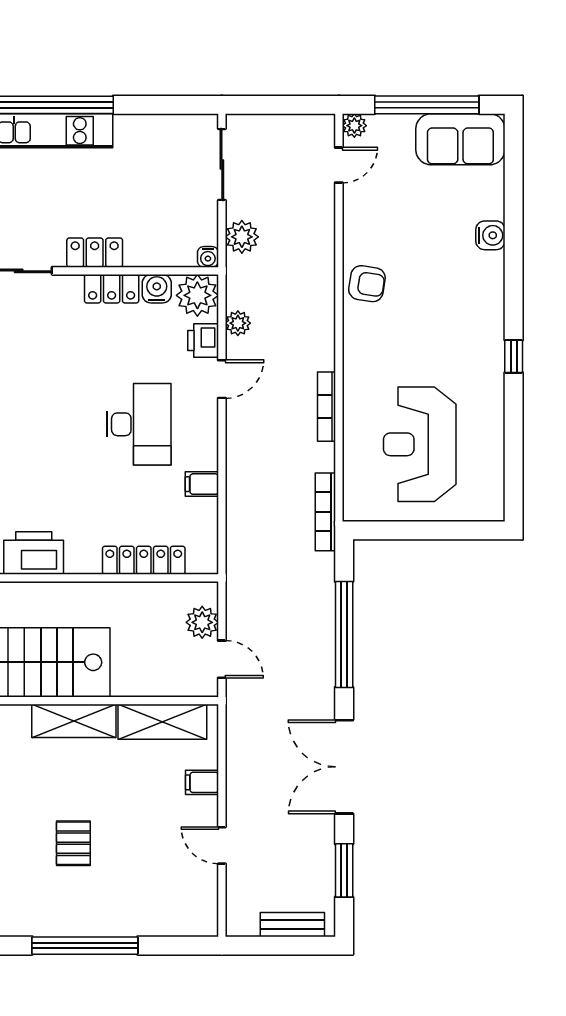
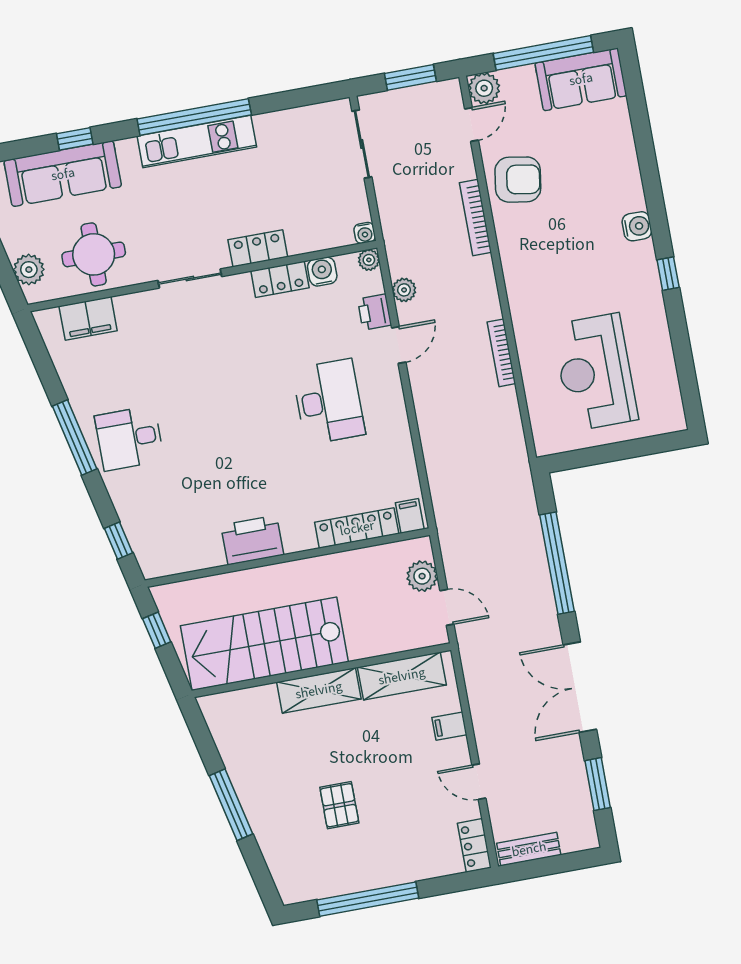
window: (285, 105) -> (410, 77), added
plant: (354, 126) -> (484, 88), width x1.38, depth x1.38
water cooler: (490, 235) -> (637, 226), moved
plant: (242, 237) -> (393, 208), removed
armchair: (367, 284) -> (518, 180), moved, width x1.38, depth x1.38
plant: (197, 295) -> (369, 260), width x0.53, depth x0.53
filing cabinet: (202, 484) -> (410, 516), moved, turned 90
bookcase: (325, 512) -> (475, 218), moved
locker: (205, 910) -> (474, 845), added
bench: (292, 925) -> (529, 849), moved

